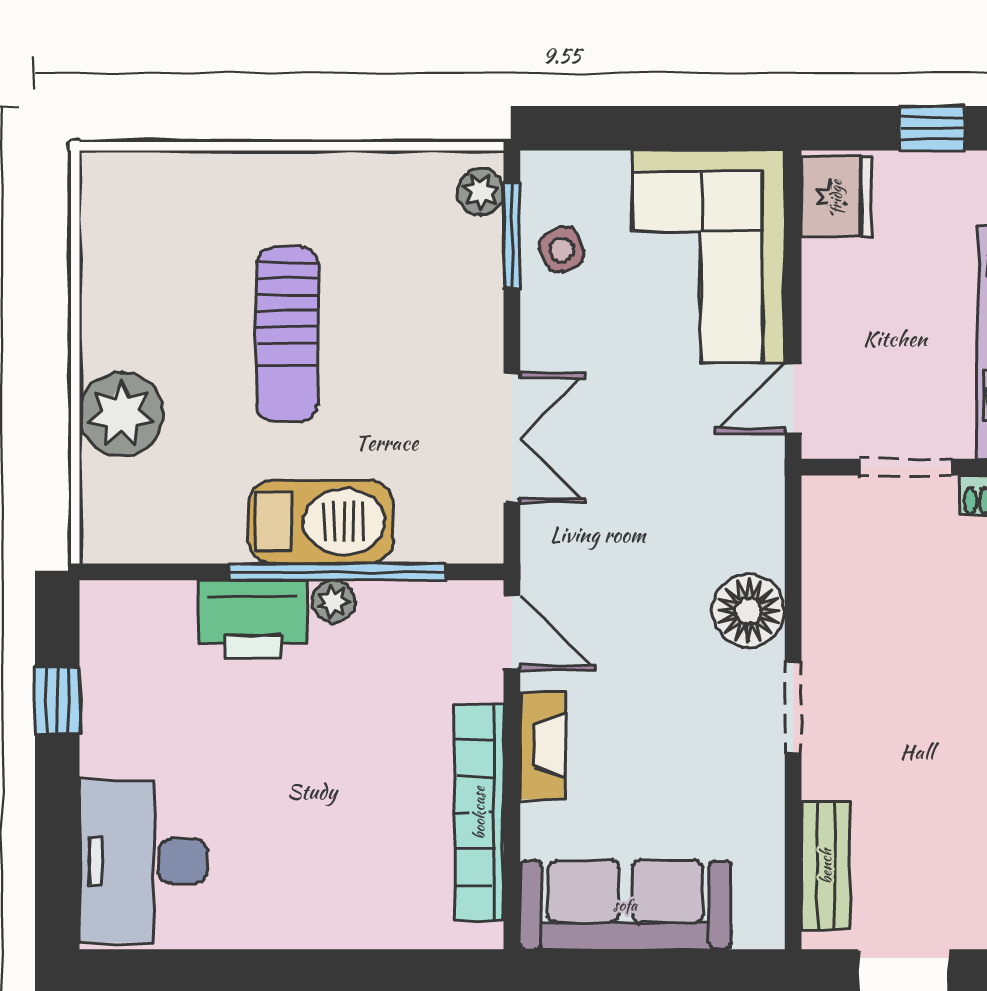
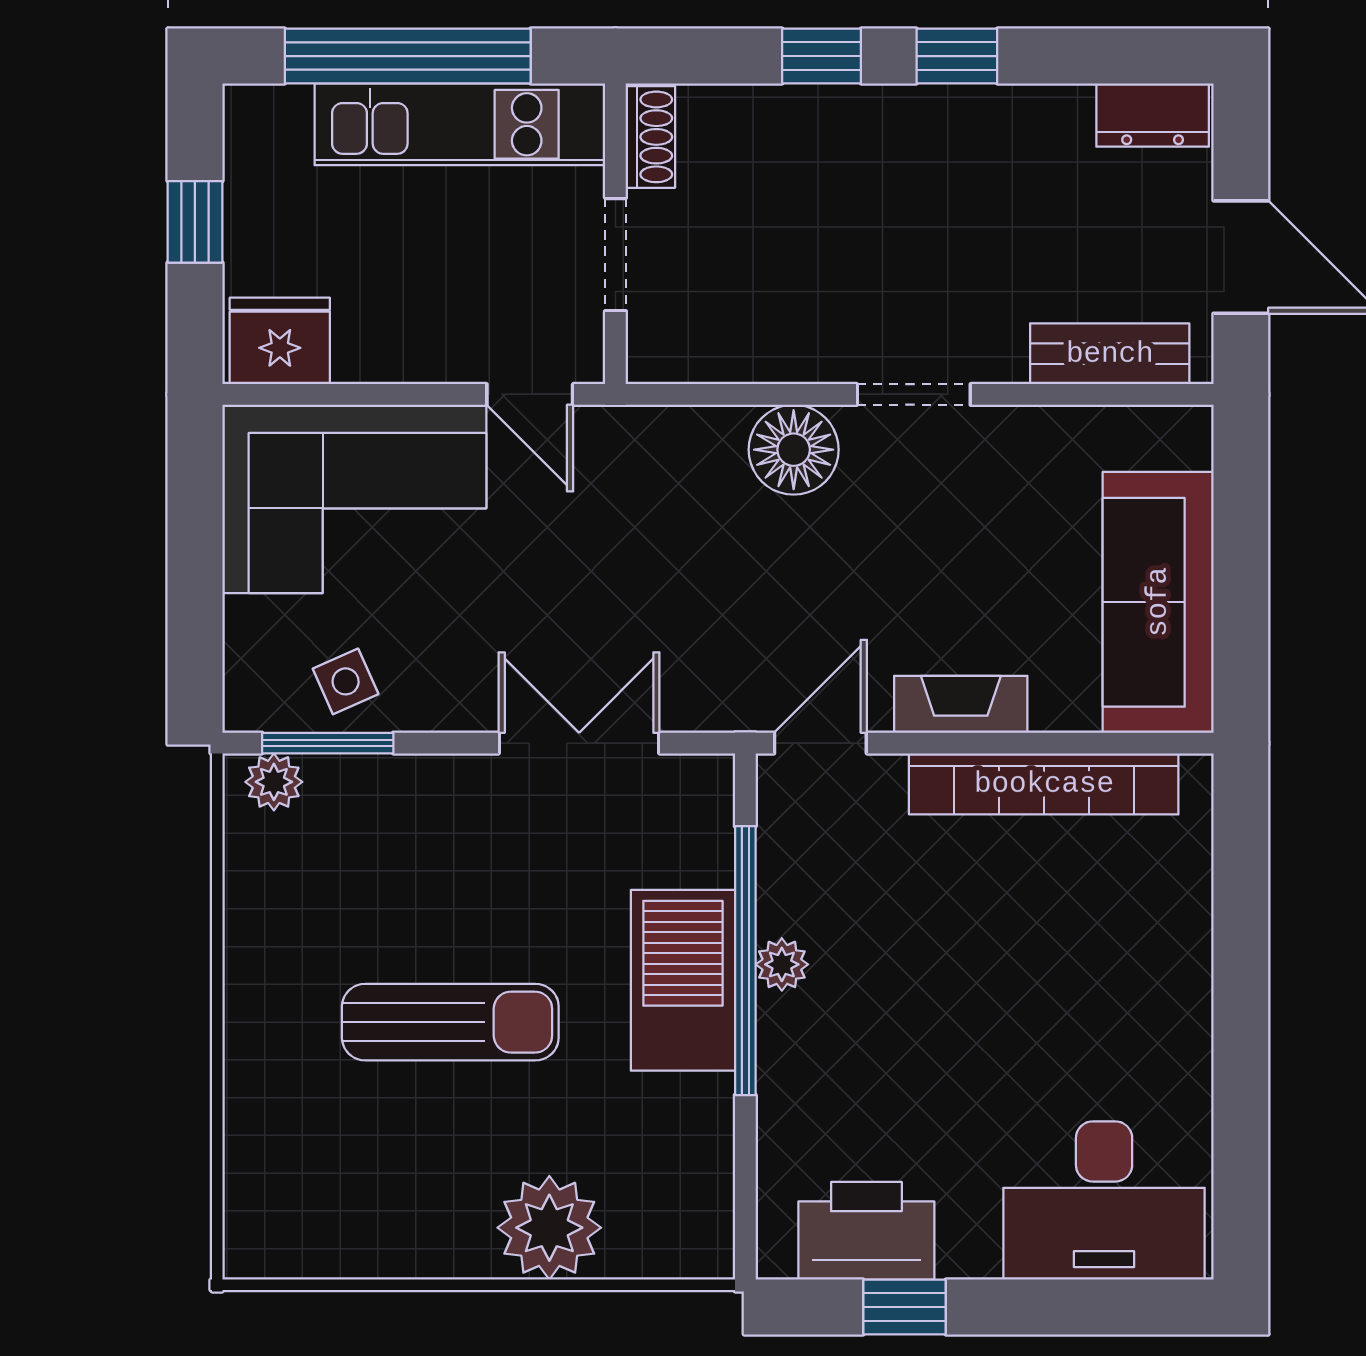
printer: (253, 620) -> (866, 1231), moved, turned -90

